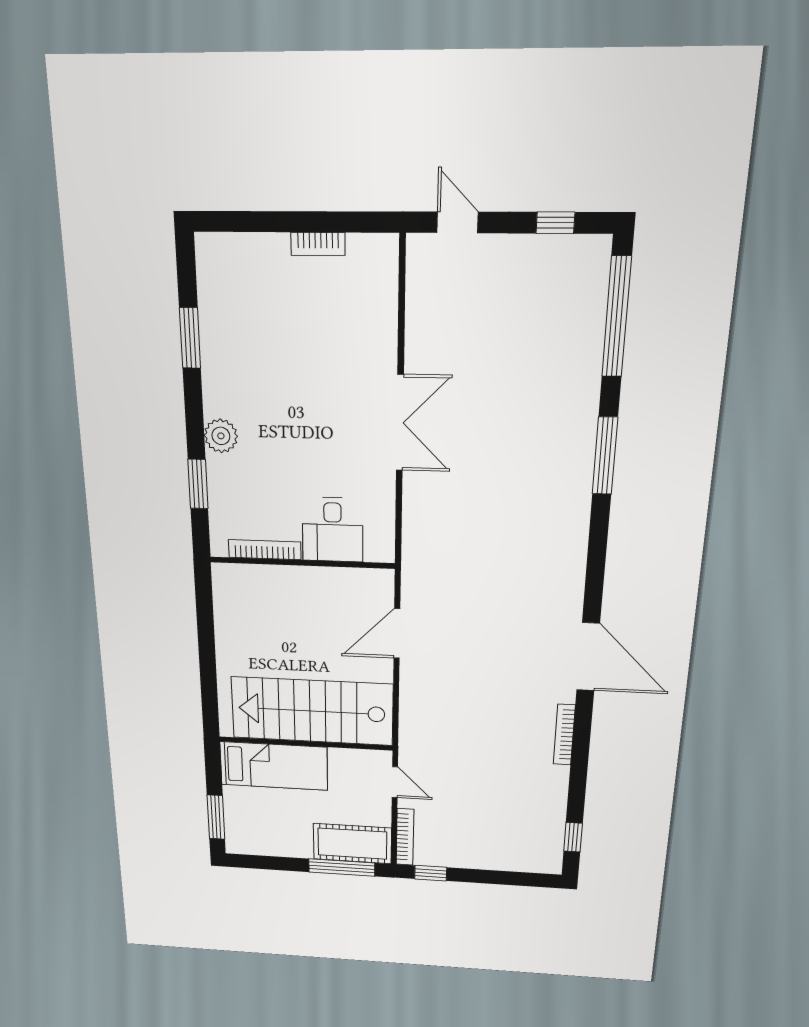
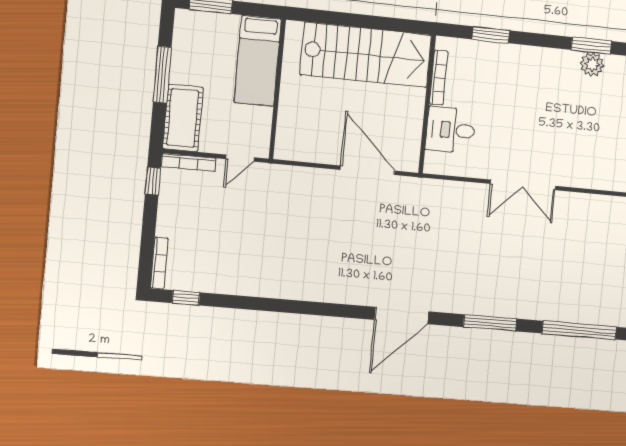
plant: (221, 436) -> (592, 64), moved
door: (397, 634) -> (368, 170), width x1.36
door: (588, 657) -> (402, 316), moved
stairs: (312, 711) -> (366, 55), moved, turned 90
bookcase: (564, 735) -> (159, 263), moved, turned 90
window: (342, 867) -> (162, 75), moved

